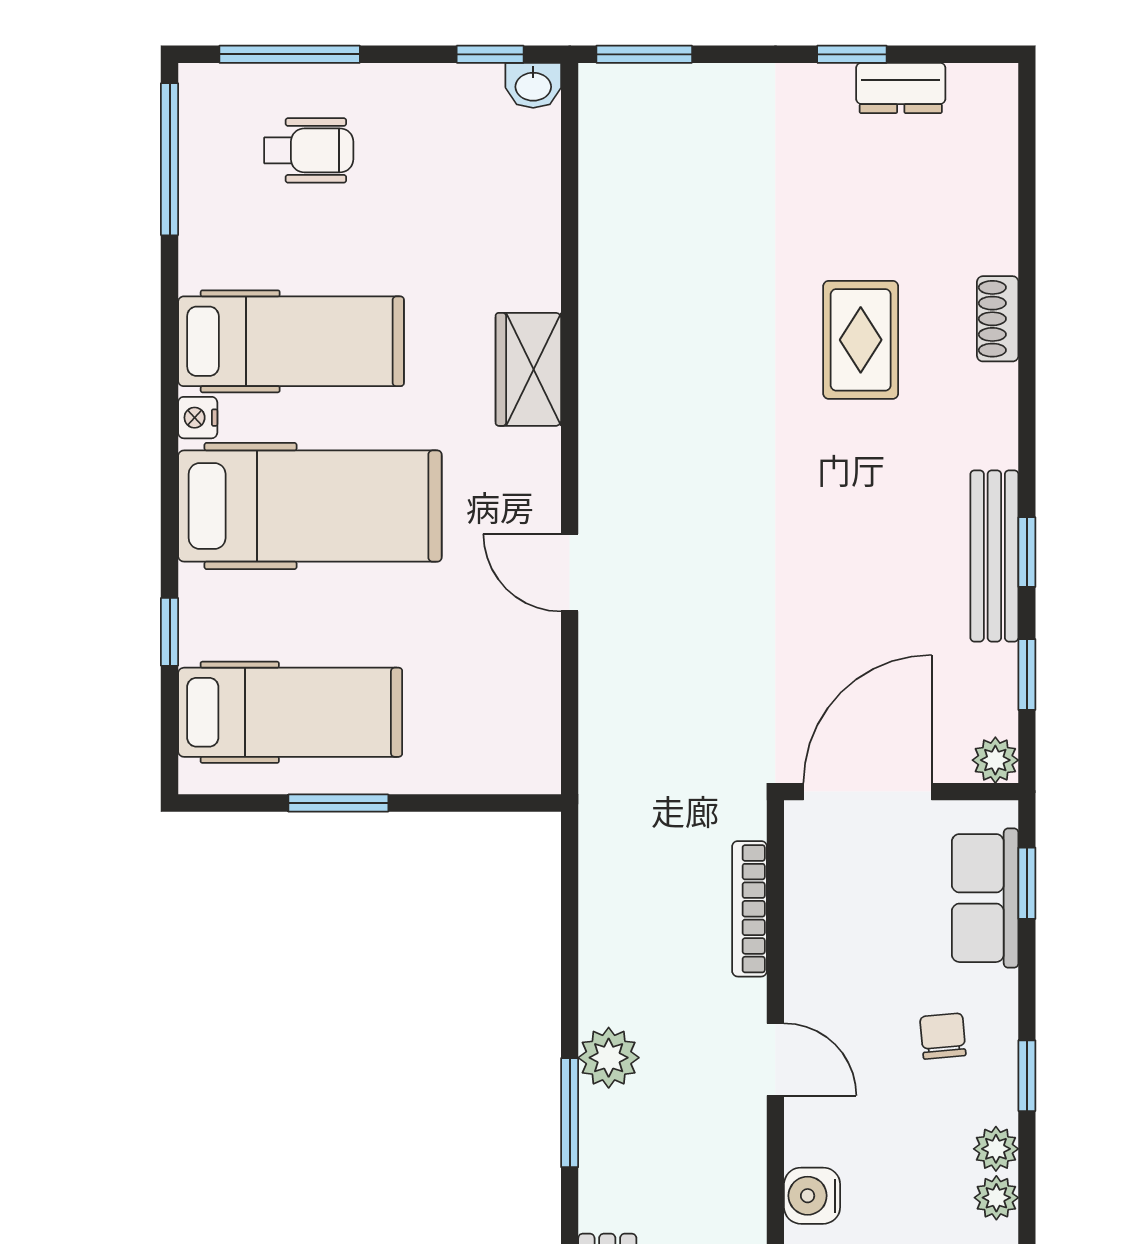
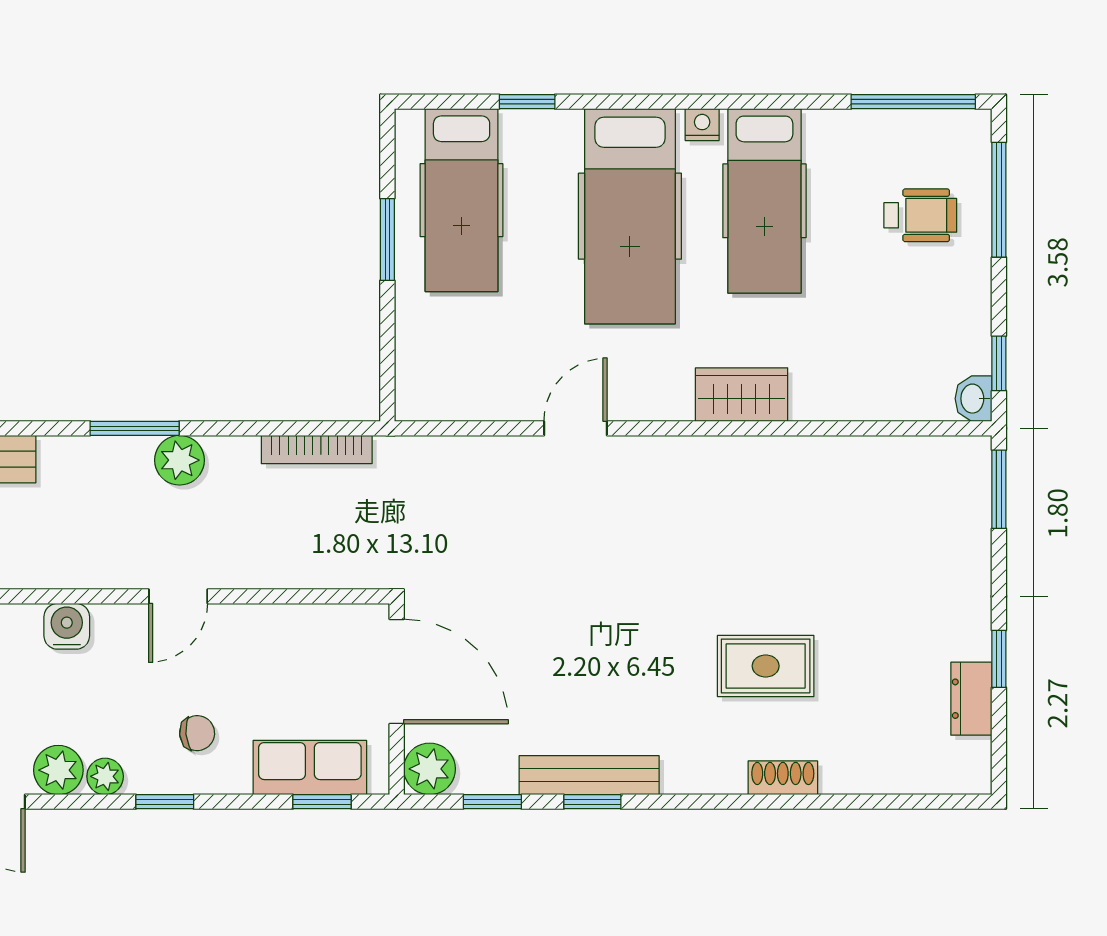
wheelchair: (309, 150) -> (920, 215), turned -90
plant: (995, 760) -> (430, 769), width x1.38, depth x1.38
bookcase: (750, 909) -> (317, 450), moved, turned 180
plant: (996, 1198) -> (58, 770), width x1.38, depth x1.38

